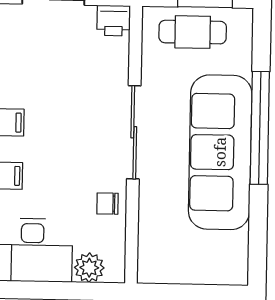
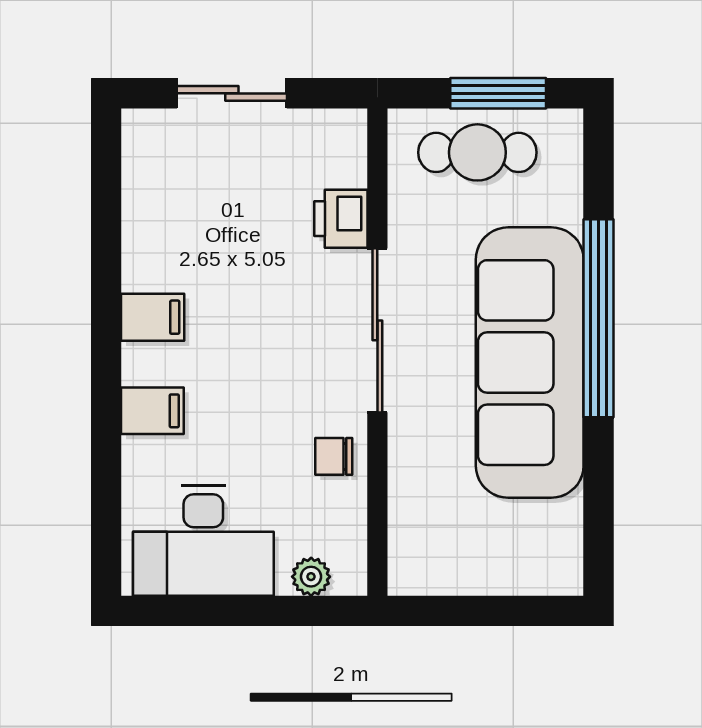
printer: (114, 21) -> (341, 219), moved, turned 90
plant: (89, 268) -> (311, 577), width x0.73, depth x0.73

